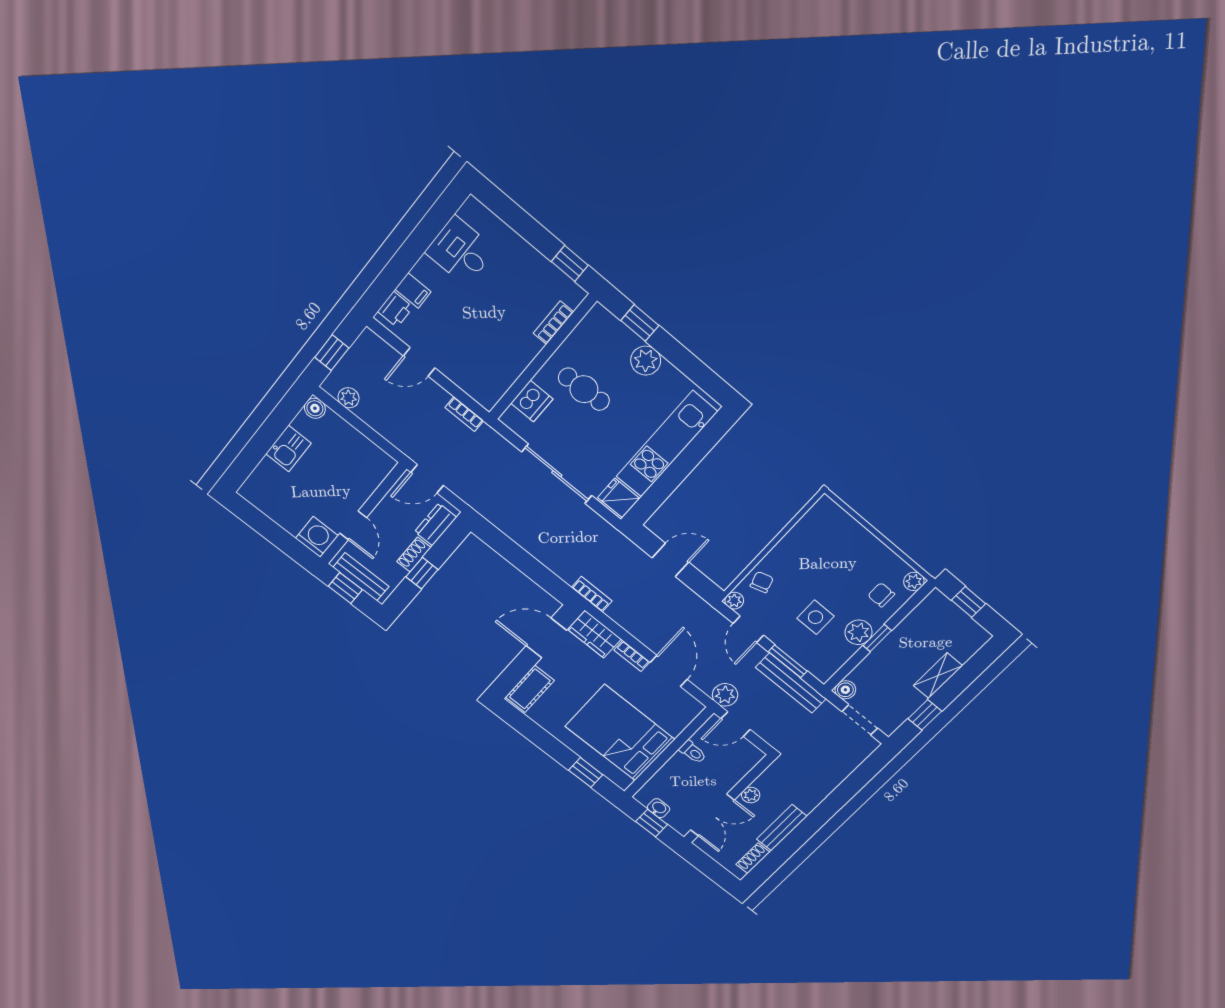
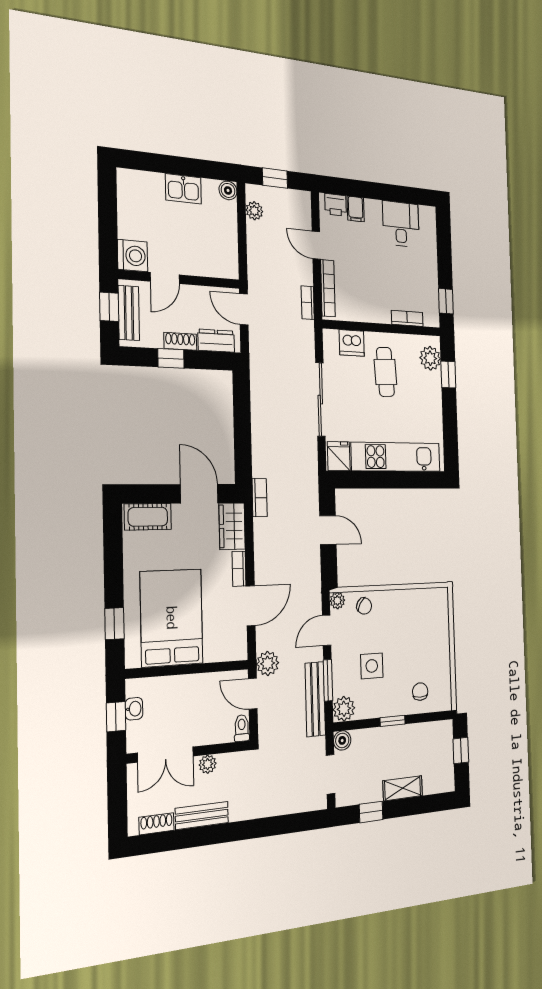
plant: (646, 361) -> (430, 358), moved
bookcase: (466, 383) -> (328, 288), added
plant: (914, 581) -> (445, 702), removed
chair: (762, 582) -> (364, 606), turned 49
plant: (859, 632) -> (344, 709), moved
toilet: (693, 752) -> (242, 728), moved, turned 180

